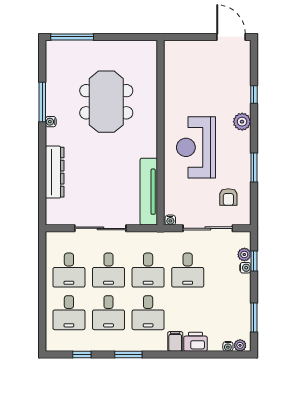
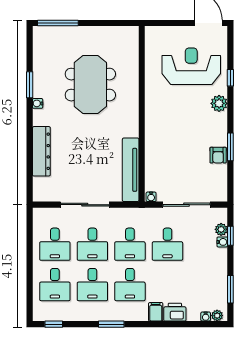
window: (42, 102) -> (30, 85), width x0.69
reception desk: (196, 147) -> (191, 66), moved, turned 90
armchair: (228, 197) -> (218, 155), moved
window: (82, 354) -> (54, 324), moved

